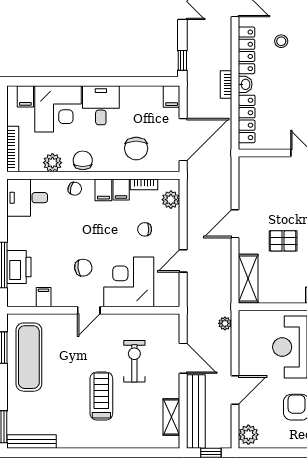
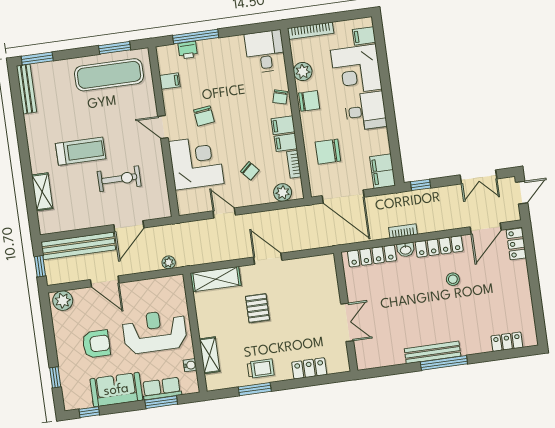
filing cabinet: (172, 96) -> (383, 171), width x2.00
chair: (145, 229) -> (250, 171), turned 138
printer: (19, 267) -> (188, 50), width x0.53, depth x0.68
shelving: (171, 417) -> (42, 192), moved, turned 90

